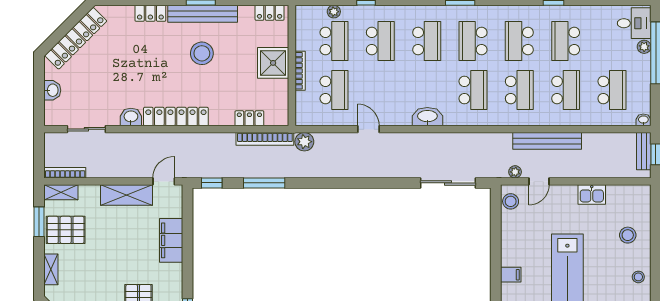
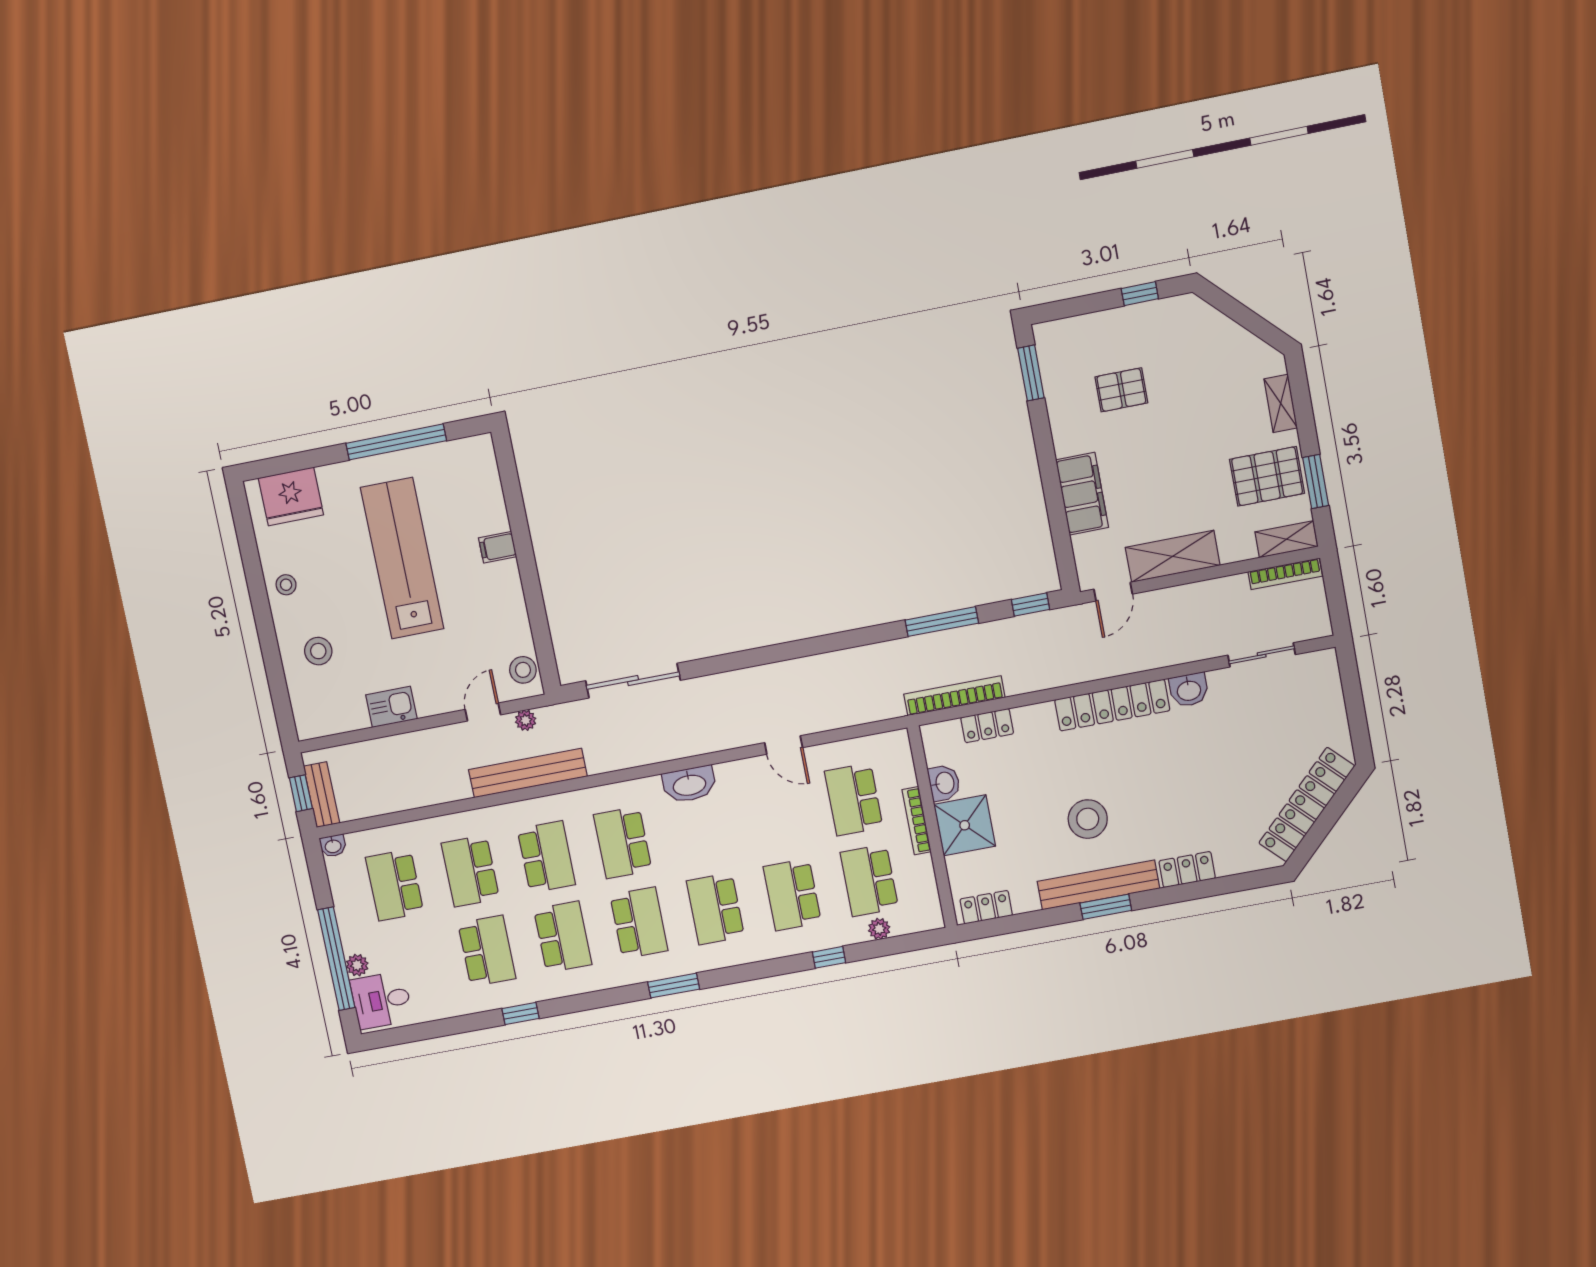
washbasin: (52, 90) -> (944, 783), moved, turned 180
school desk: (519, 90) -> (546, 857), turned 180
bench: (547, 141) -> (528, 773), moved
plant: (304, 142) -> (887, 704), removed

